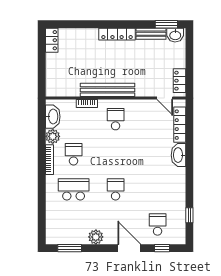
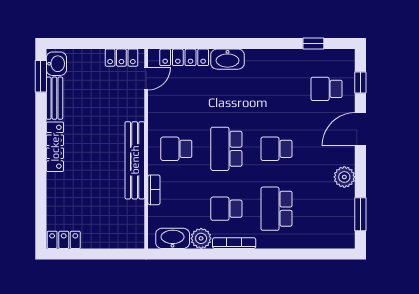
school desk: (116, 154) -> (226, 149), added

